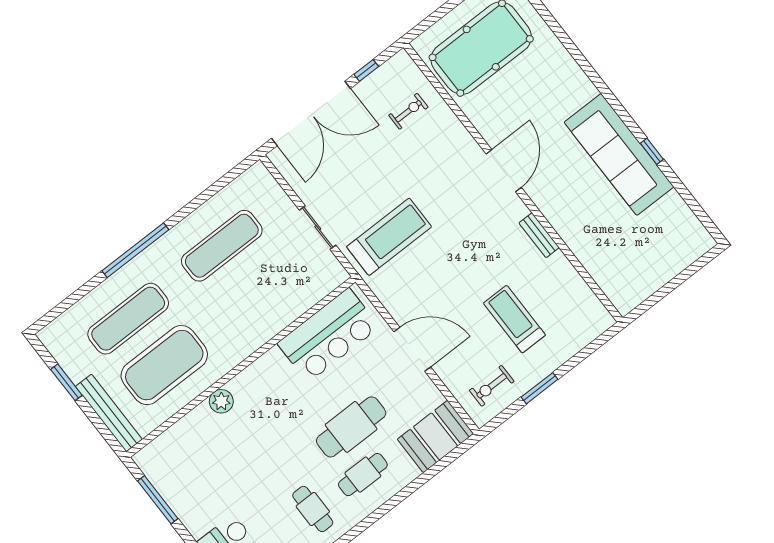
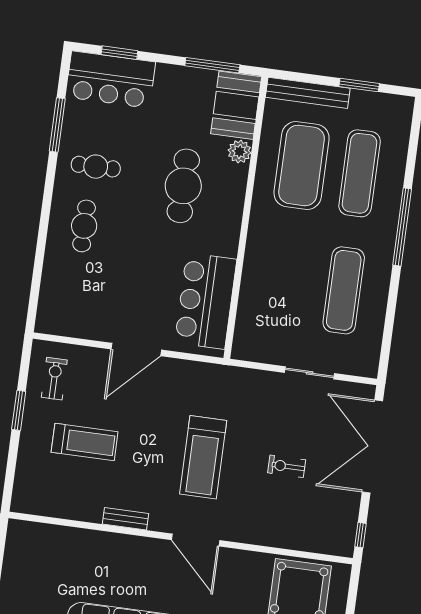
window: (366, 70) -> (360, 535), moved
exercise bike: (408, 111) -> (287, 466), moved, turned 90
sliding door: (318, 228) -> (310, 373), moved
treadmill: (389, 237) -> (203, 457), moved
plant: (221, 401) -> (240, 152), moved
cafe table: (351, 427) -> (183, 186), moved
booth: (436, 436) -> (236, 105), moved

